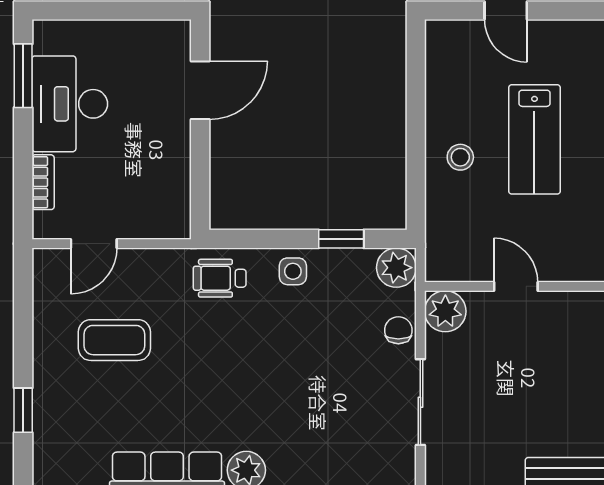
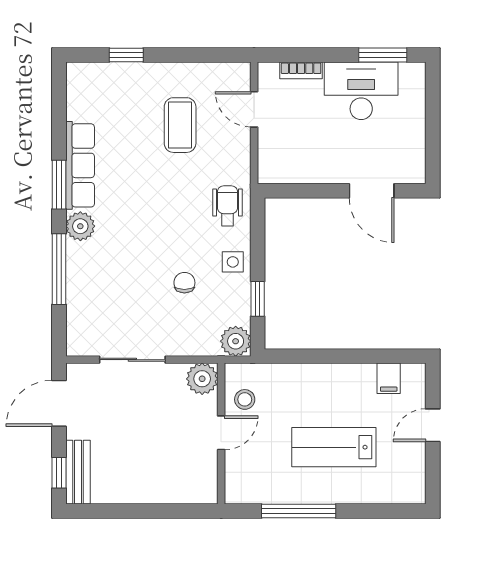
filing cabinet: (445, 68) -> (389, 378), added
stool: (460, 157) -> (245, 399), moved
chair: (398, 330) -> (184, 283), moved, turned -90

